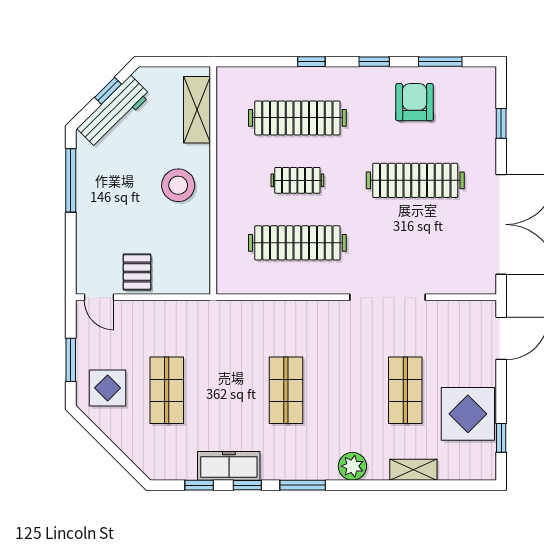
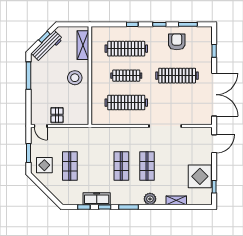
clothes rail: (297, 180) -> (126, 76), width x1.36
shop shelf: (405, 390) -> (147, 166), moved

